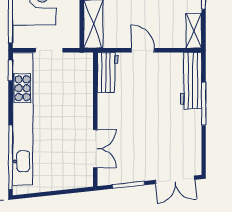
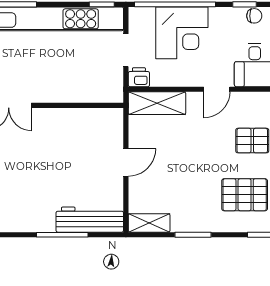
printer: (72, 39) -> (139, 77), added
workbench: (108, 72) -> (100, 120), removed

